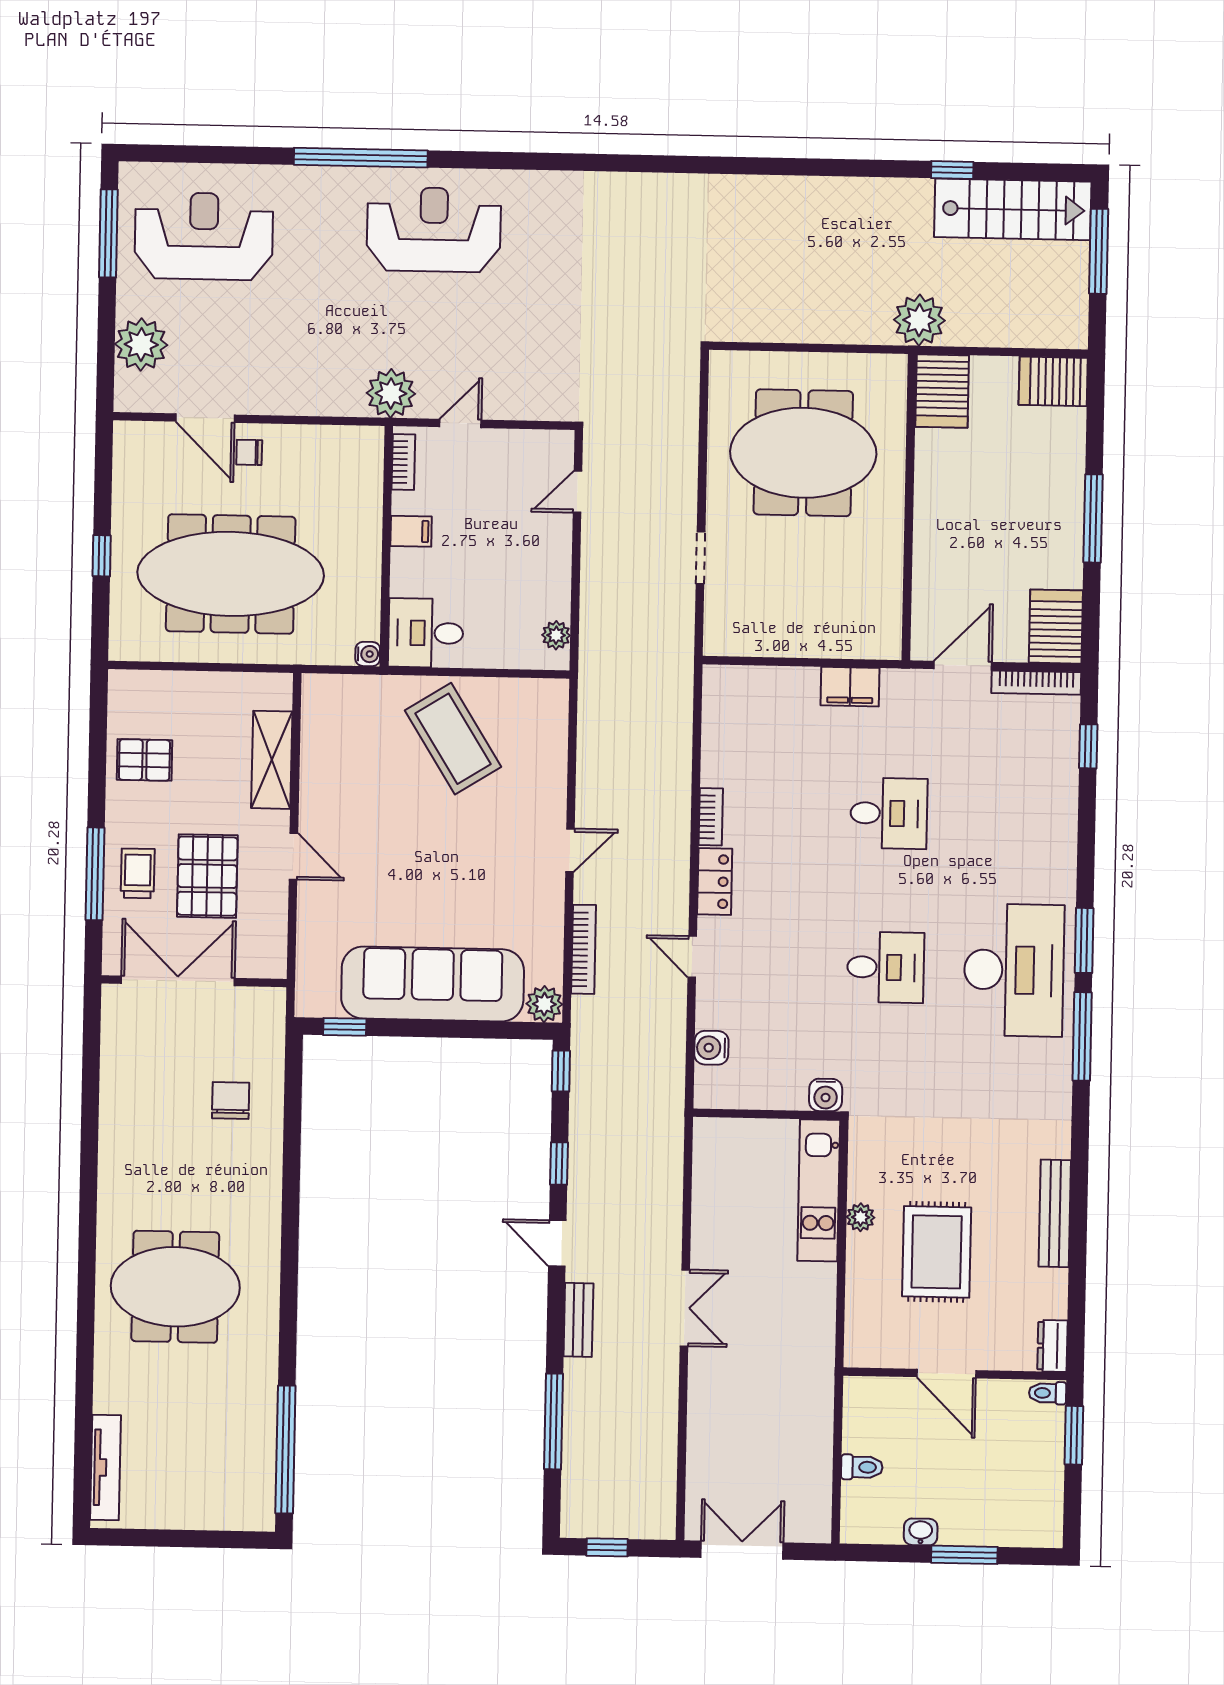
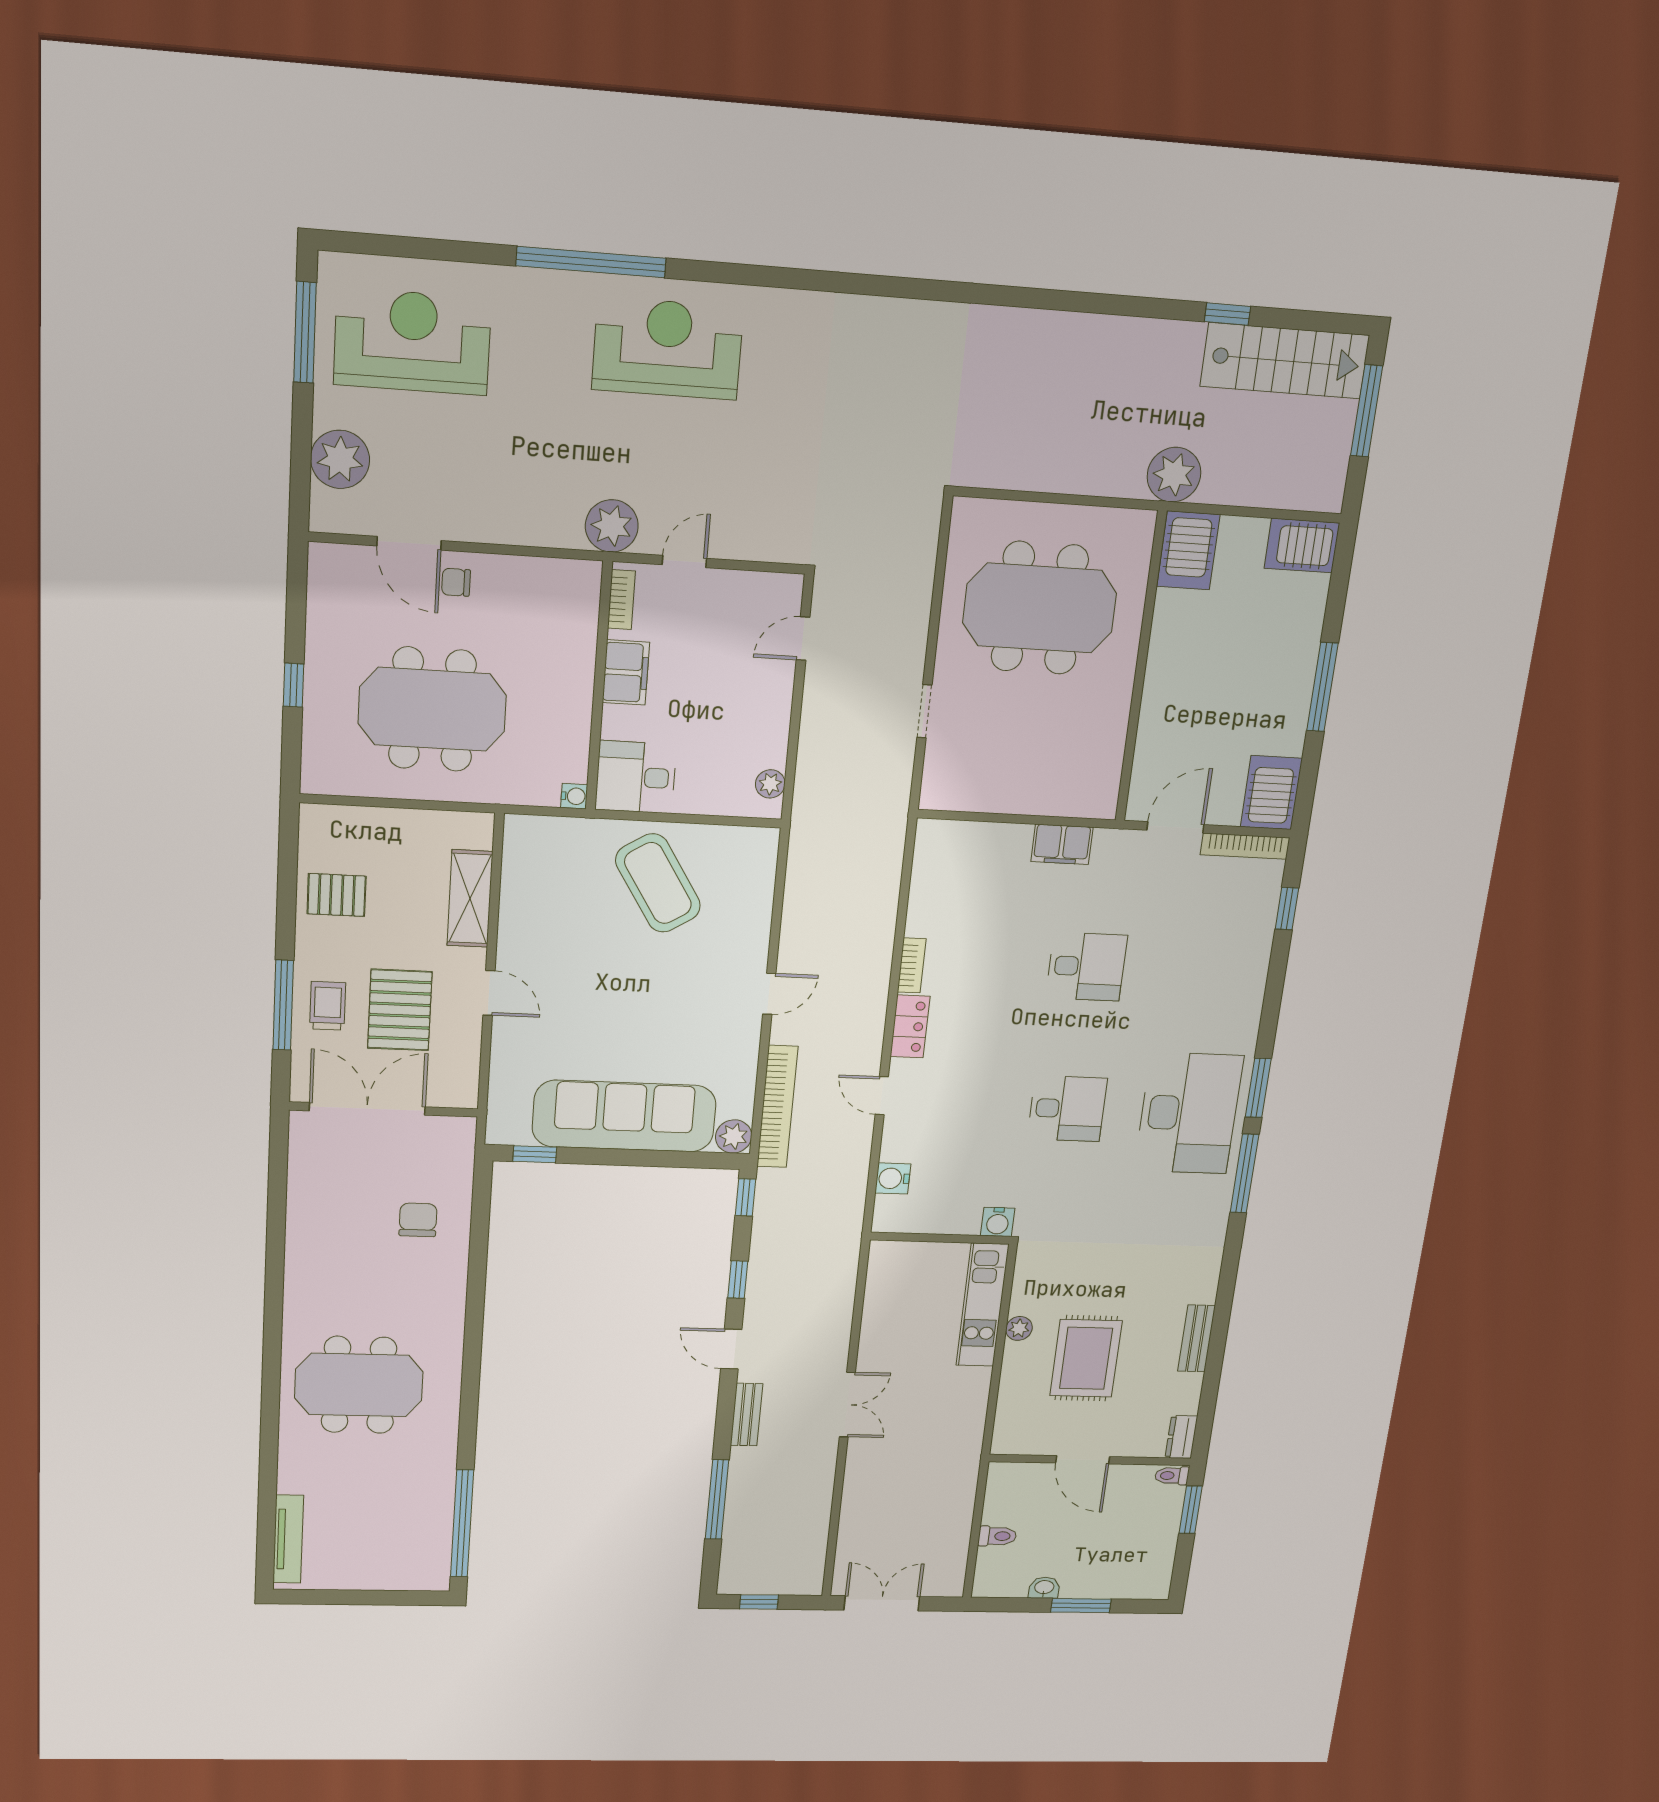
filing cabinet: (411, 531) -> (626, 672), width x2.00
meeting table: (231, 574) -> (432, 709), width x0.73
bookcase: (584, 949) -> (777, 1107), width x1.48, depth x1.31
bench: (1055, 1213) -> (1196, 1338), width x0.73

